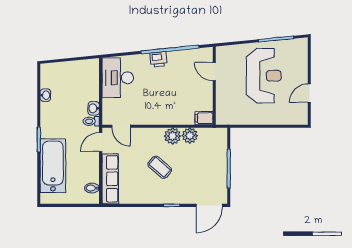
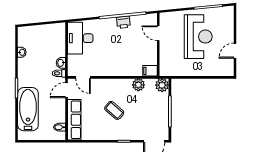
printer: (159, 59) -> (123, 22), moved
plant: (173, 136) -> (162, 85), moved

